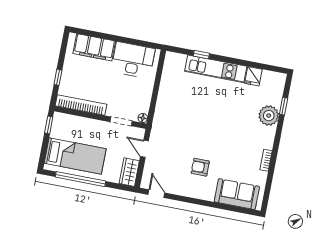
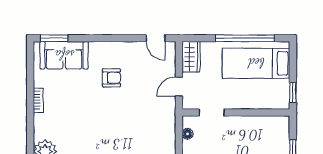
bookcase: (81, 105) -> (261, 122), removed
floor lamp: (143, 118) -> (188, 134), moved
door: (144, 149) -> (179, 87), swing flipped
window: (243, 210) -> (54, 38), added

